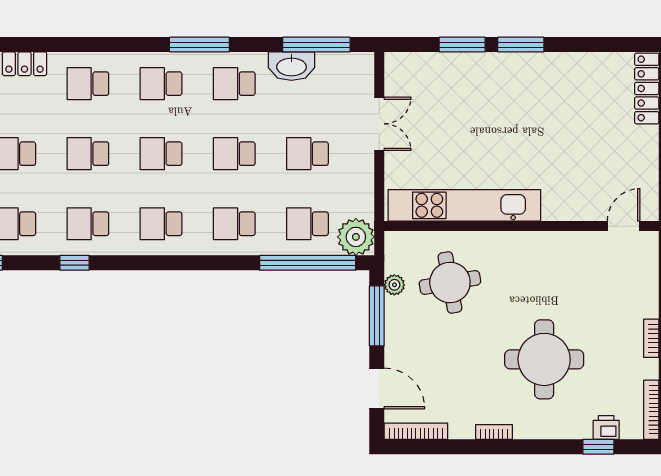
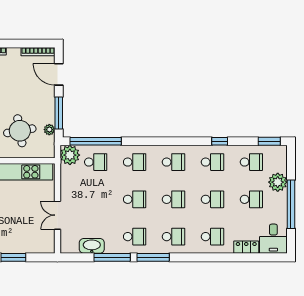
window: (316, 45) -> (112, 257), moved
washbasin: (291, 66) -> (92, 246), moved
school desk: (307, 154) -> (96, 199), removed

